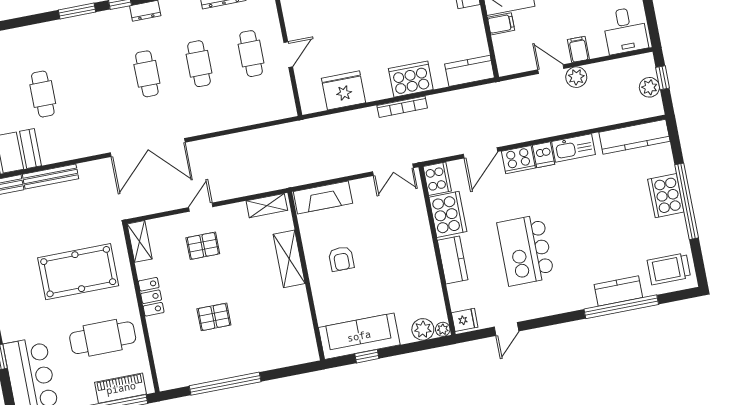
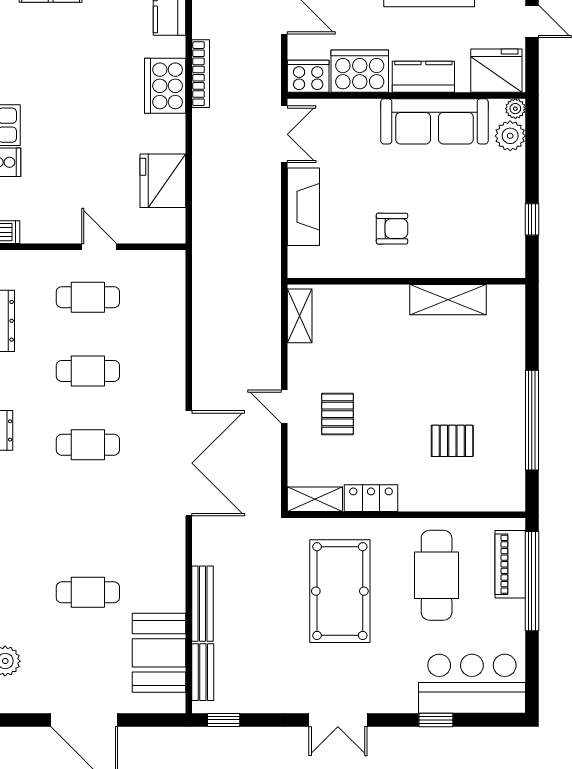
bookcase: (402, 107) -> (201, 74), moved
fireplace: (323, 197) -> (303, 207), moved
shelving: (289, 259) -> (448, 300), moved
locker: (151, 297) -> (371, 498), moved
pallet: (214, 317) -> (452, 441), moved, turned 90
fridge: (465, 320) -> (496, 71), width x1.88, depth x1.34
sofa: (359, 336) -> (434, 121), moved, turned -90

